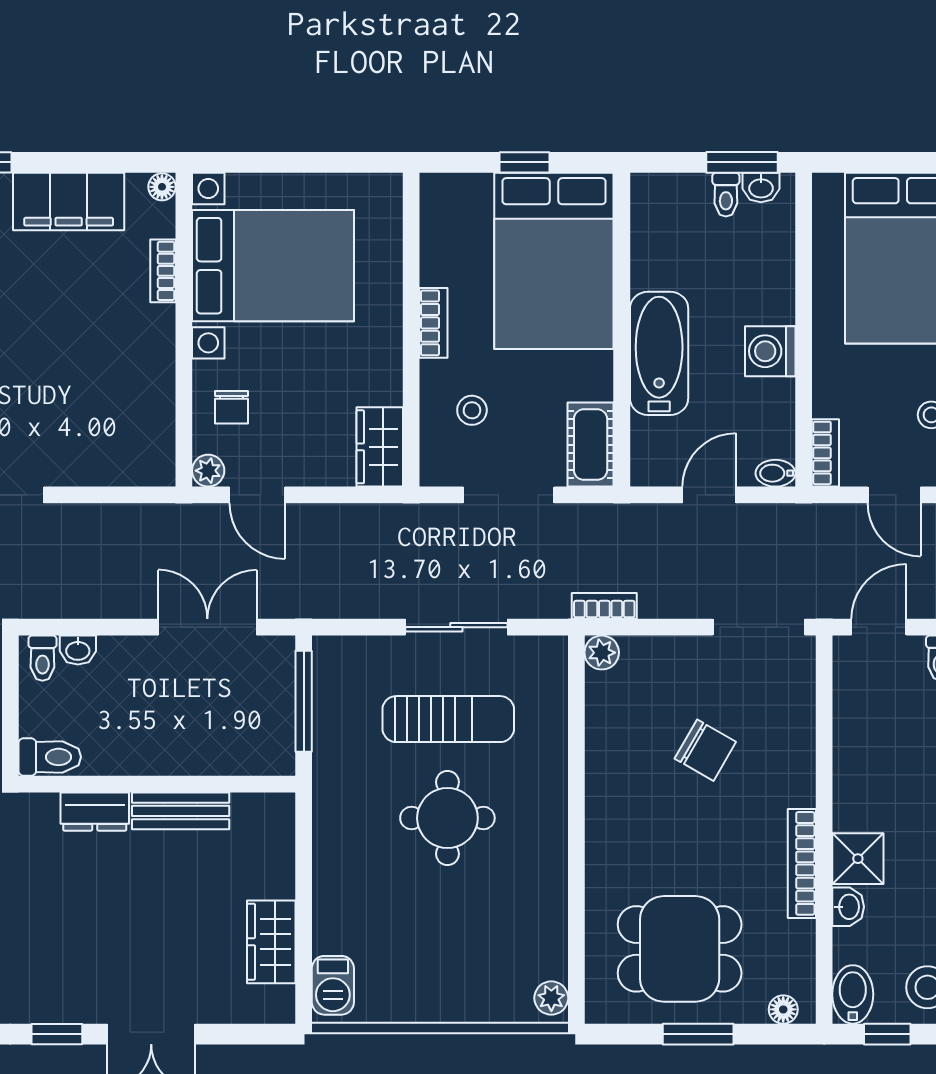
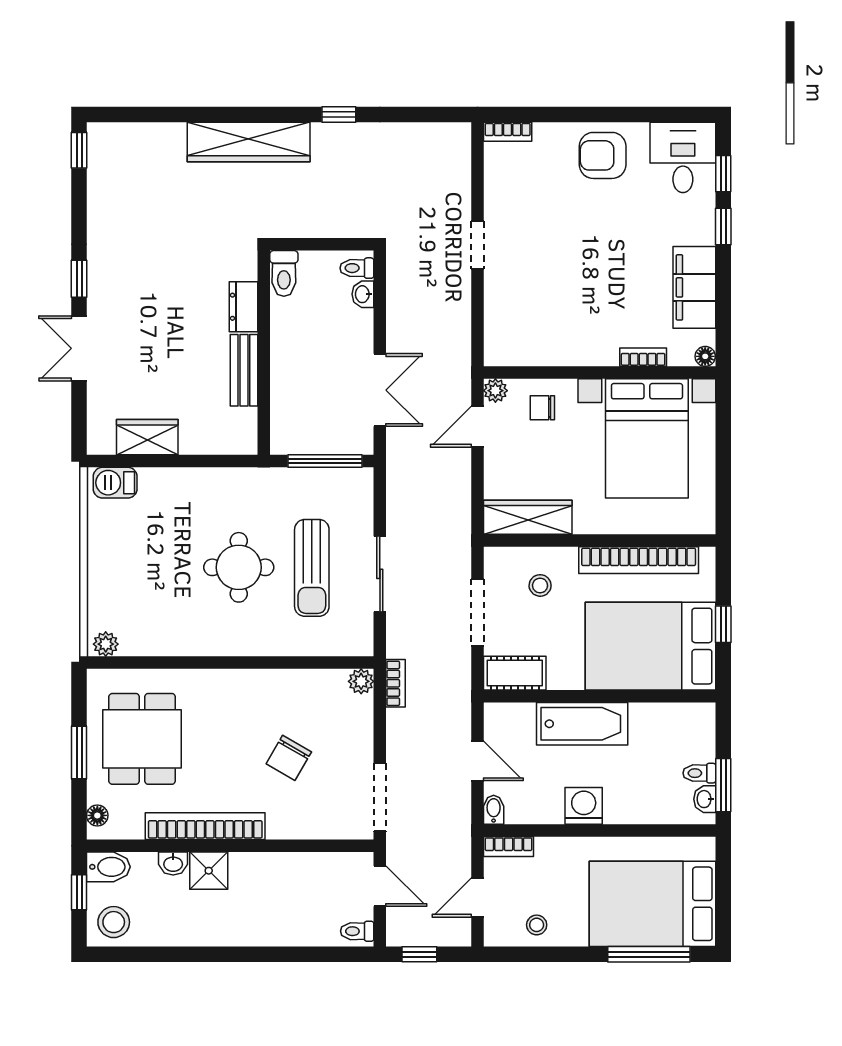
bookcase: (433, 323) -> (639, 560), width x2.31, depth x1.31
wardrobe: (380, 447) -> (528, 517), width x1.50
bookcase: (802, 863) -> (205, 826), width x1.48, depth x1.31

